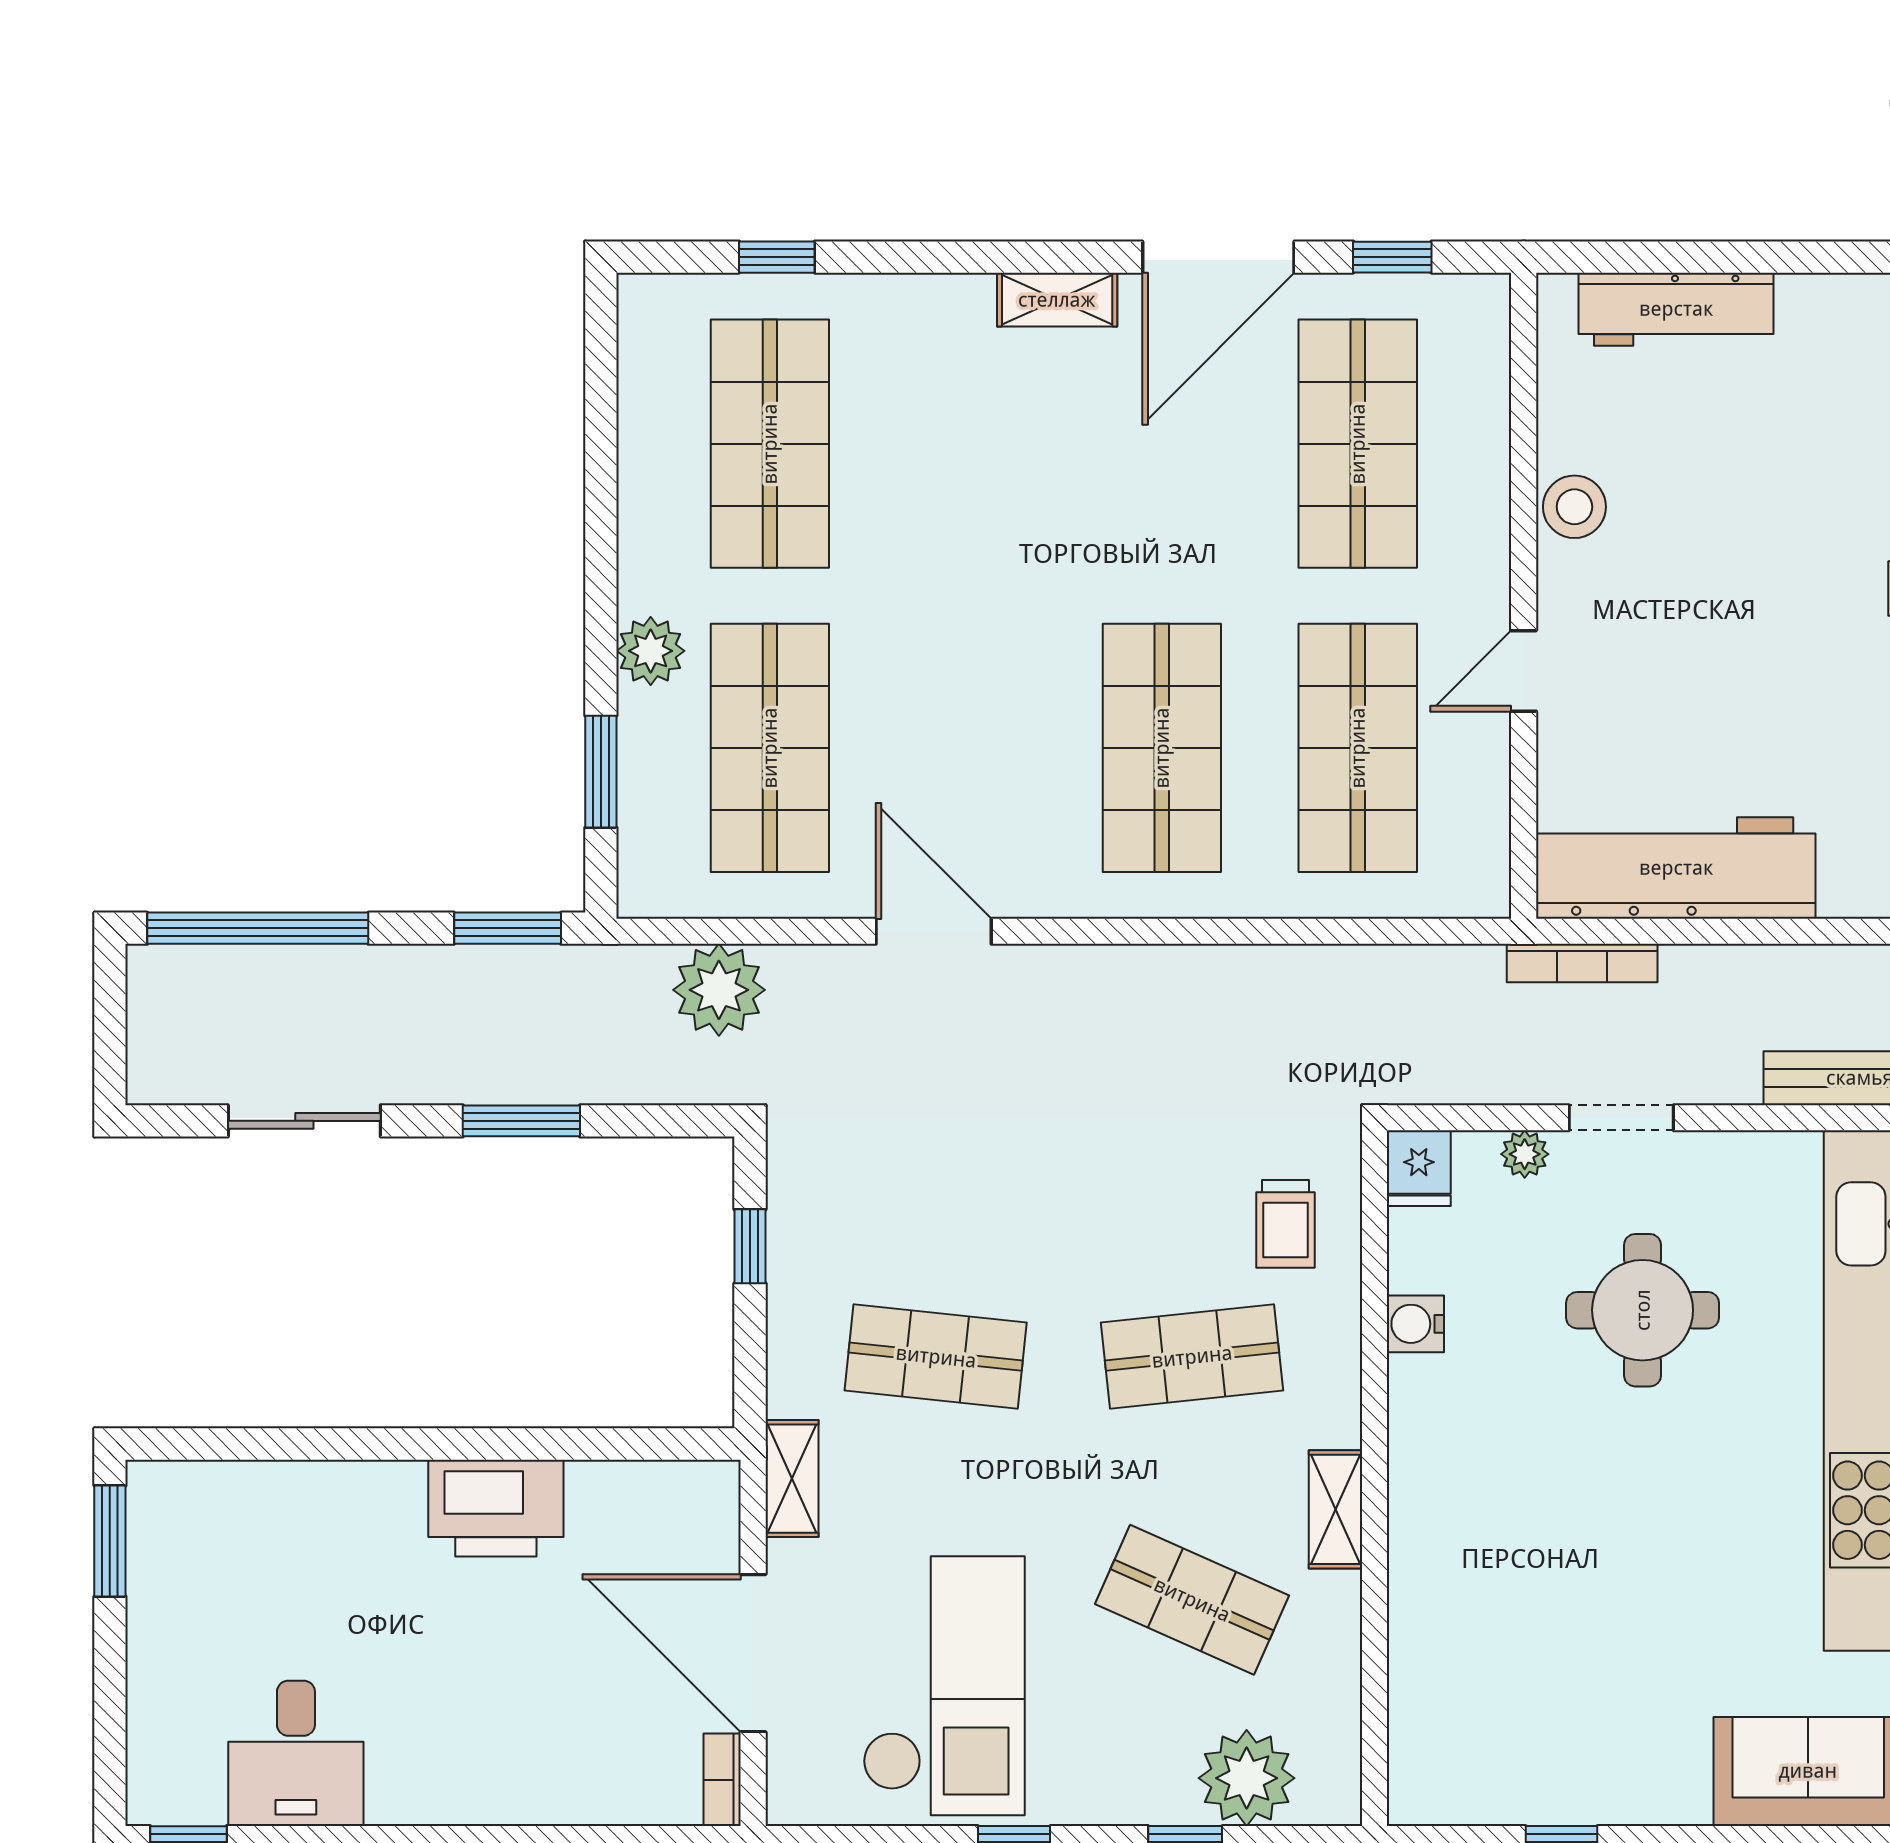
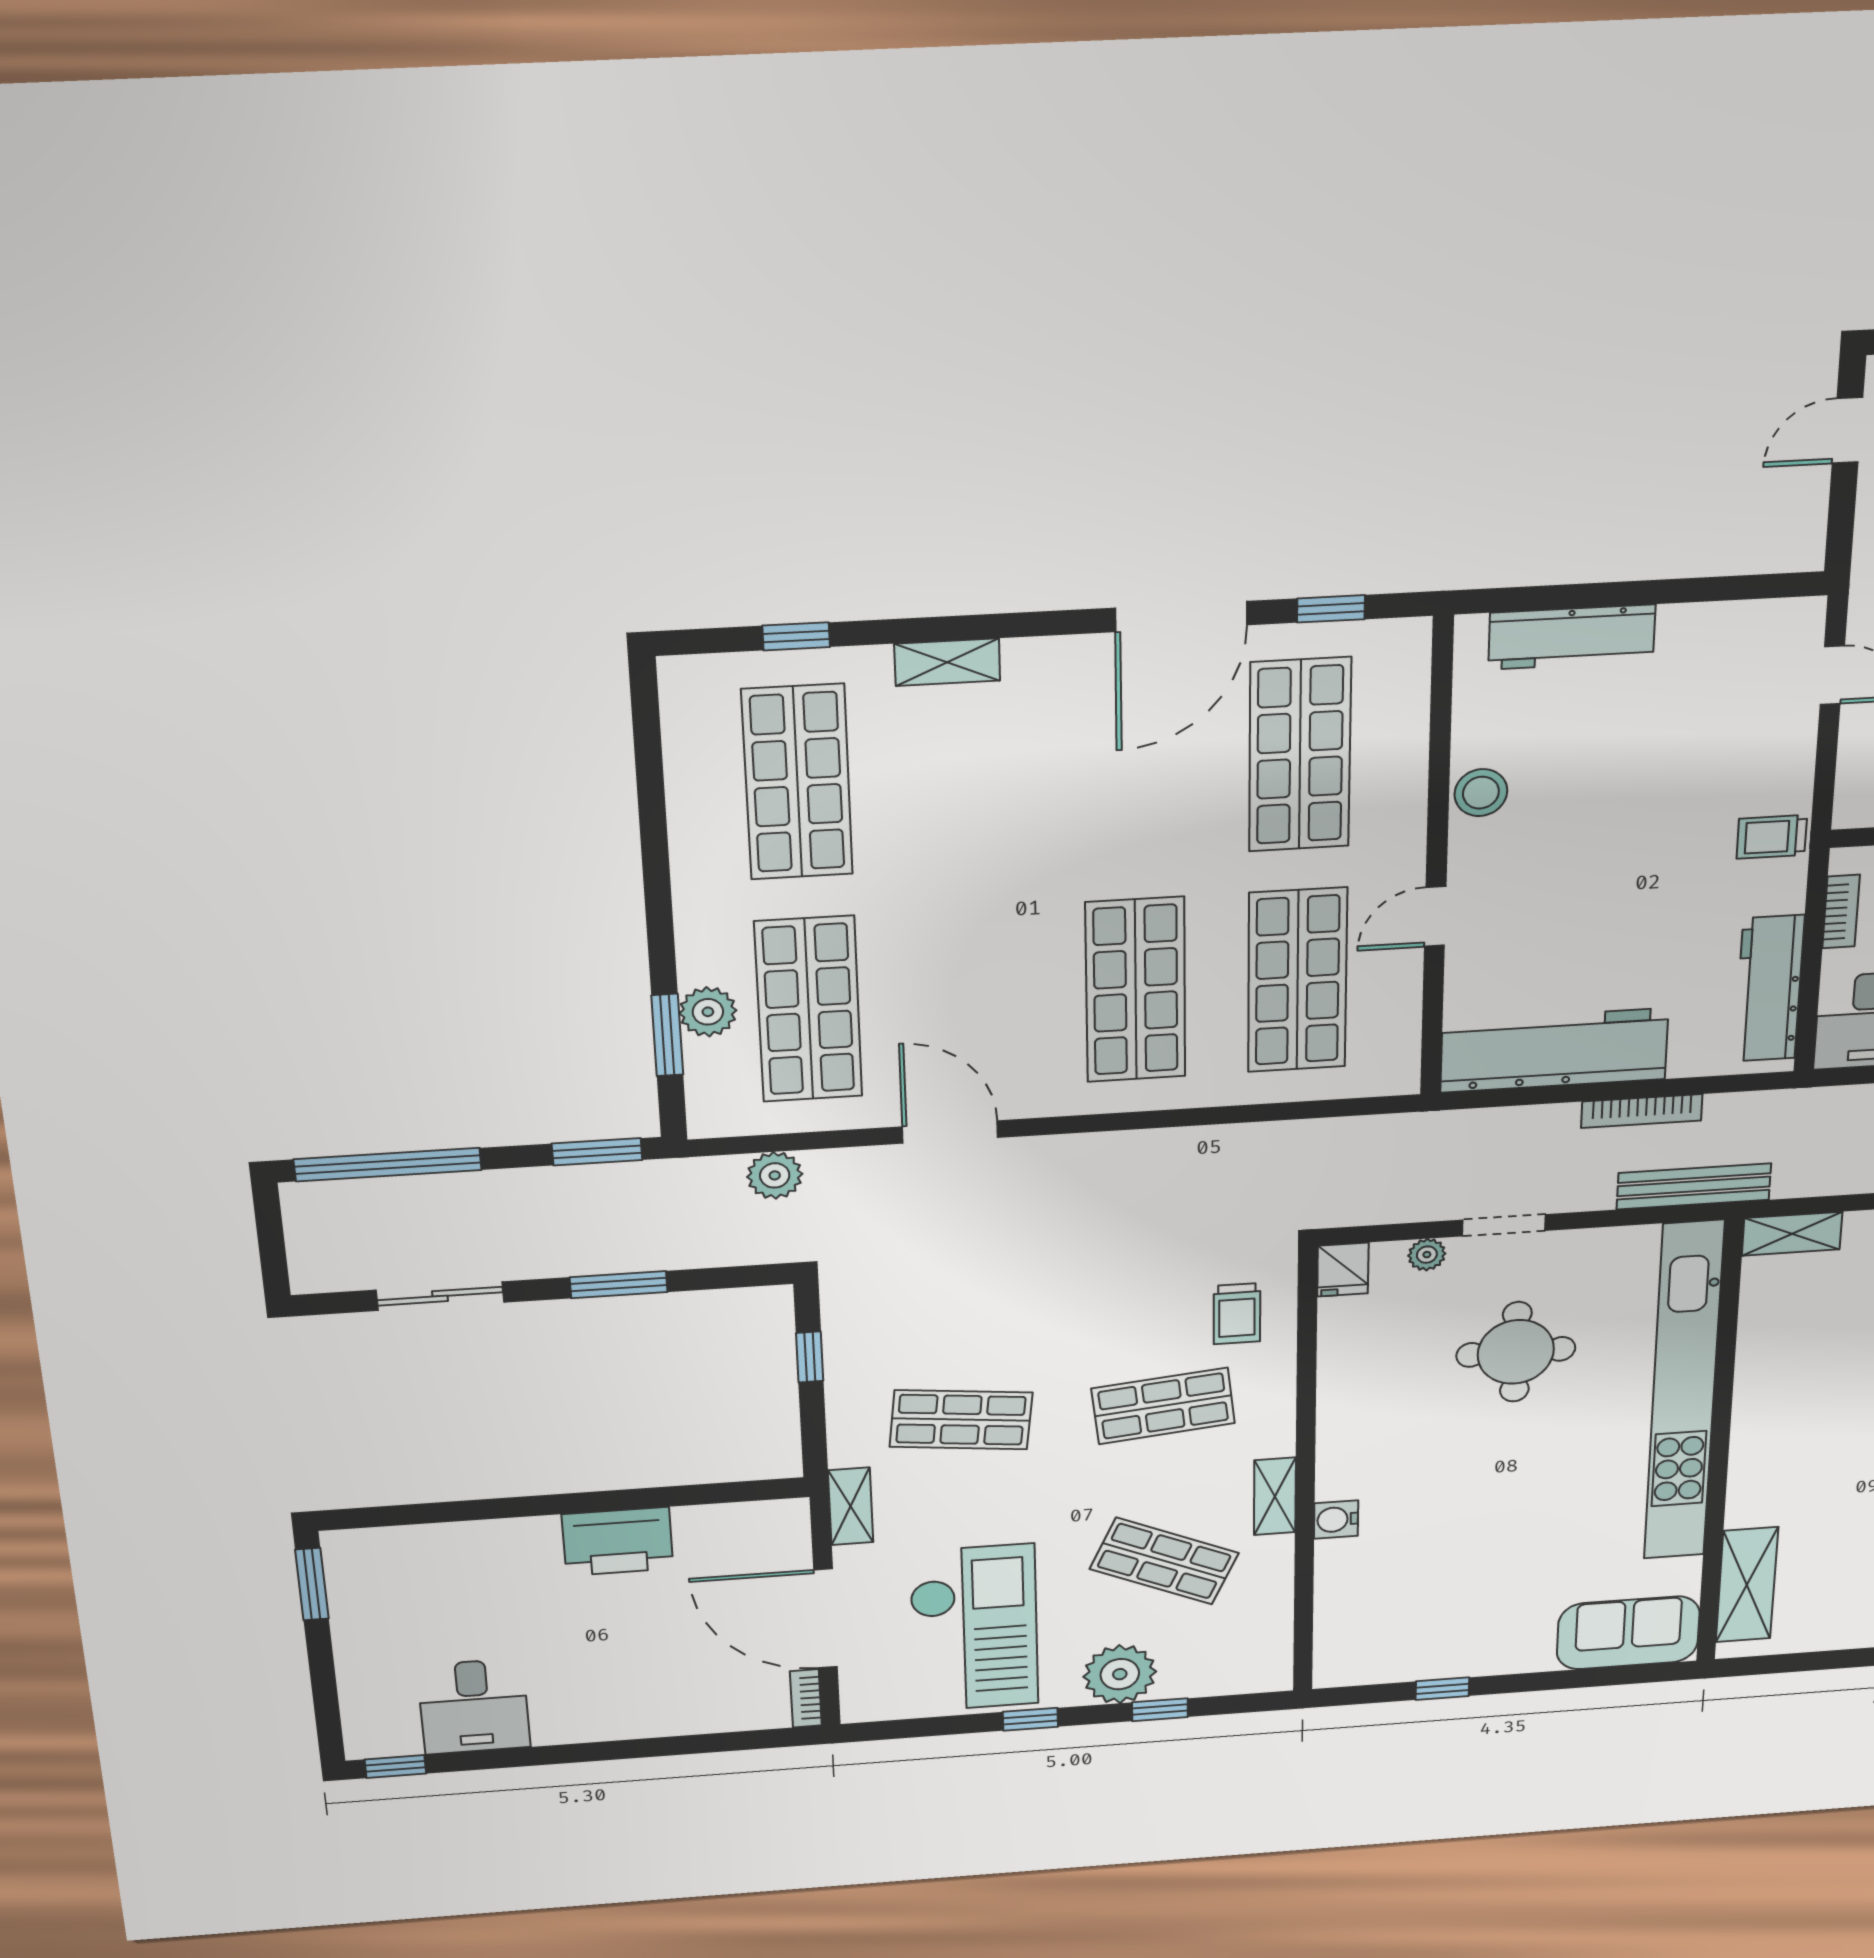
shelving: (1057, 300) -> (947, 662), moved
plant: (651, 651) -> (708, 1012), moved
bookcase: (1582, 963) -> (1642, 1111), moved
plant: (719, 990) -> (775, 1175), width x0.73, depth x0.73
water cooler: (1415, 1324) -> (1336, 1520), moved
plant: (1247, 1778) -> (1120, 1674), moved

